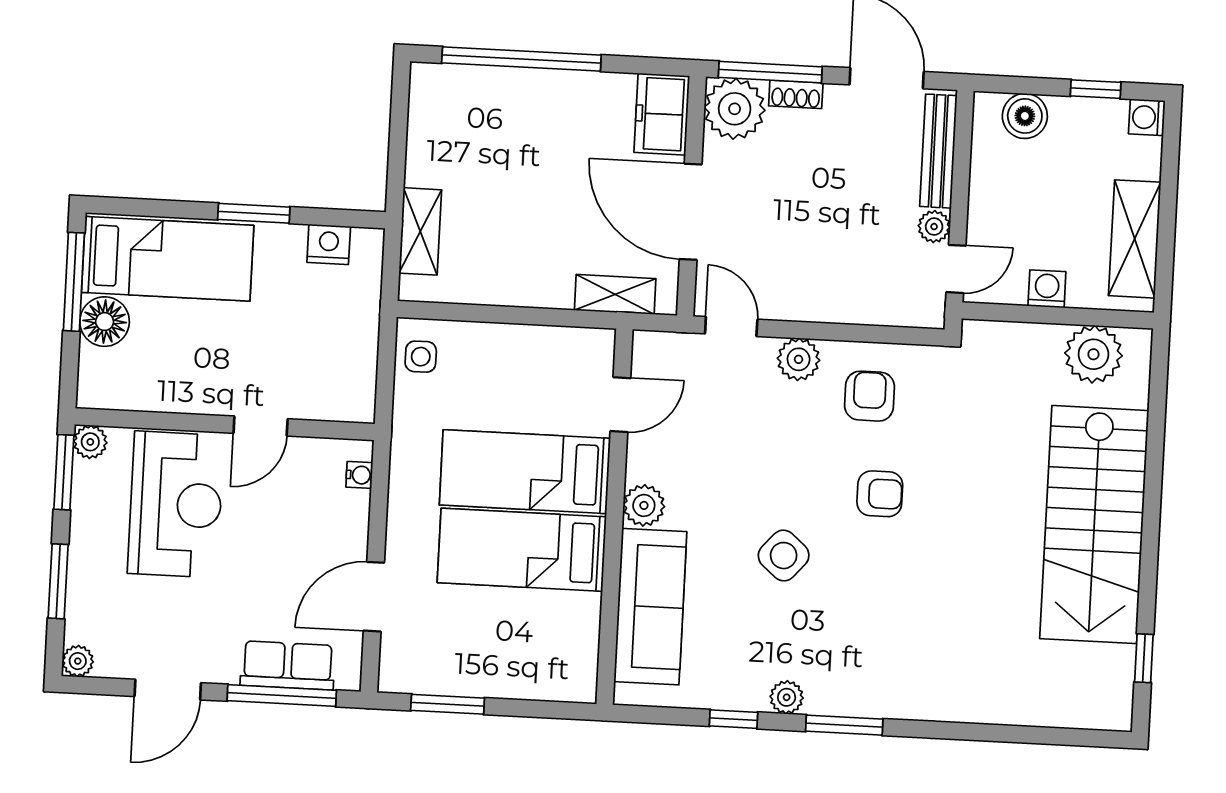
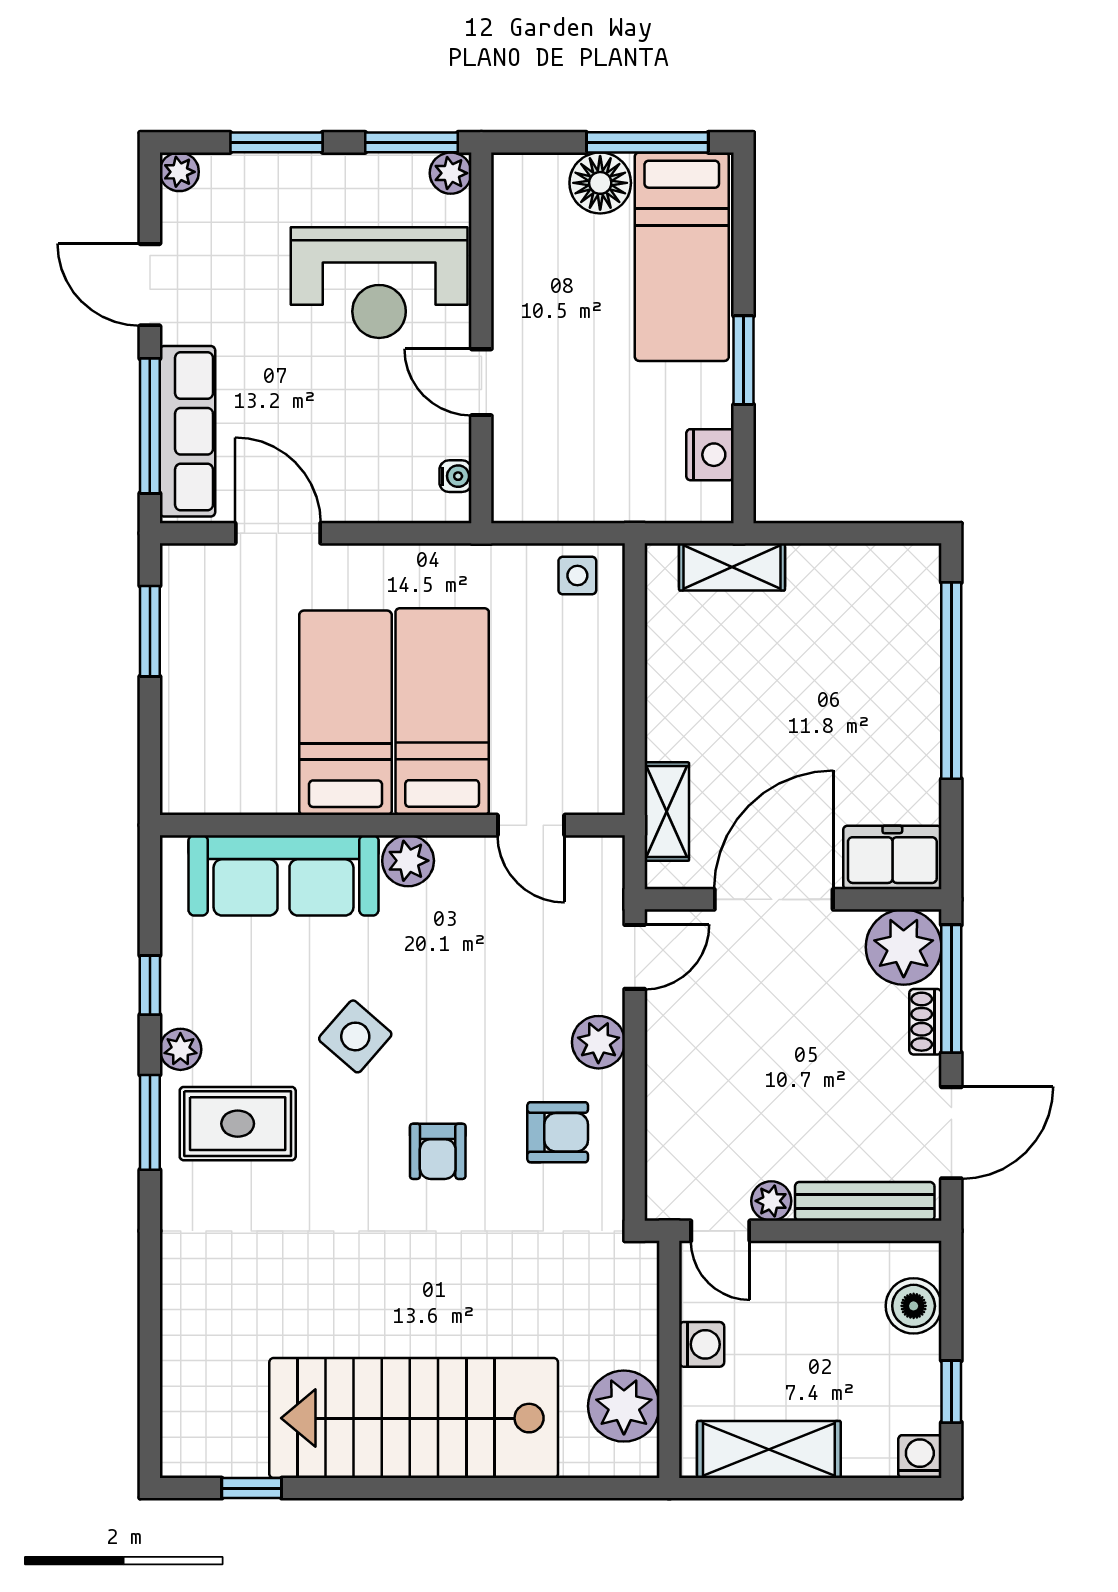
water cooler: (359, 475) -> (456, 476), moved, turned -90
rug: (849, 654) -> (238, 1124), added
row of seats: (288, 665) -> (187, 431), width x1.48

